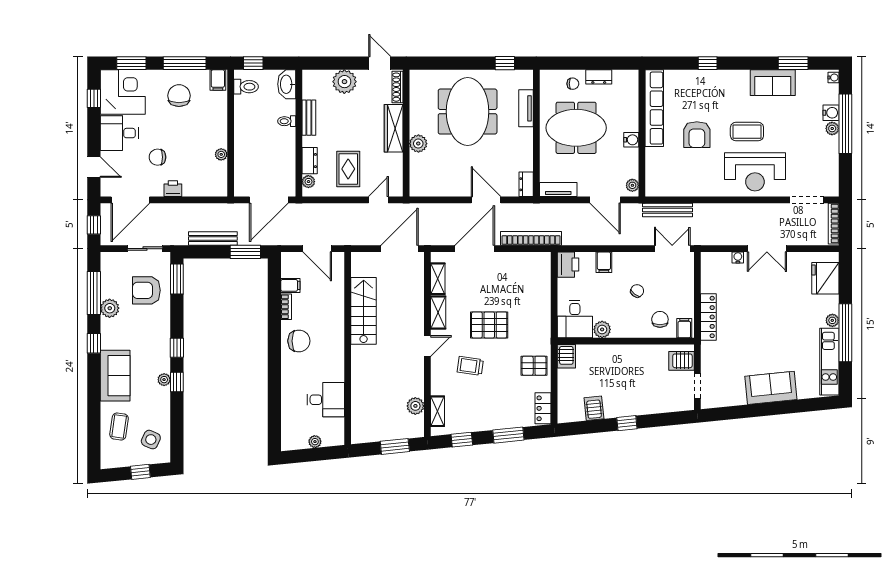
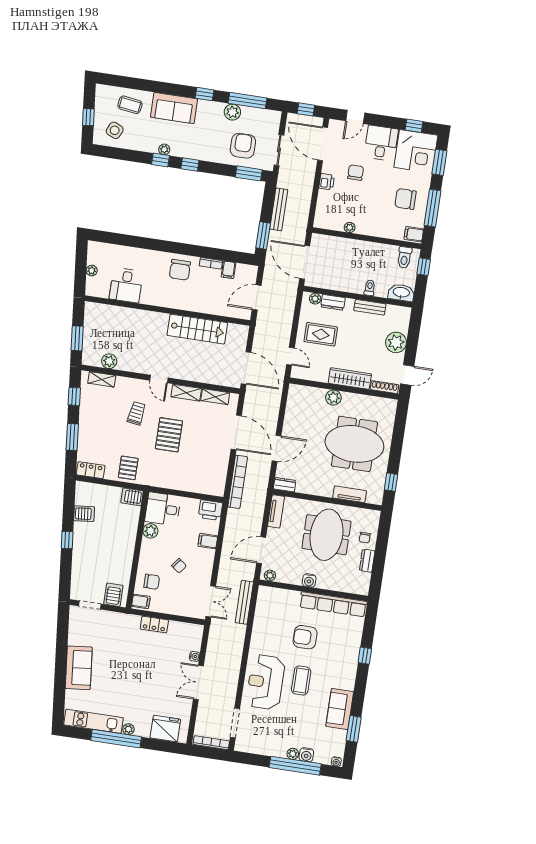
chair: (179, 96) -> (405, 199), turned 180
locker: (708, 317) -> (154, 624), width x0.66

